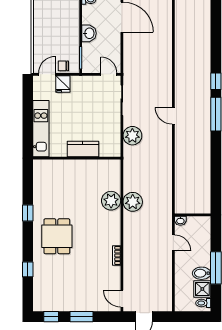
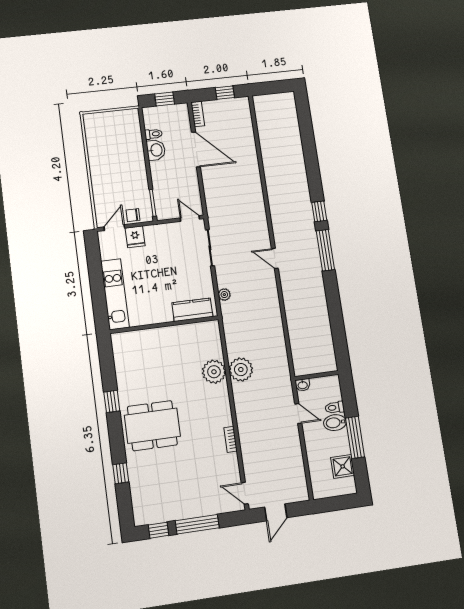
washbasin: (89, 33) -> (156, 150), moved
plant: (132, 136) -> (224, 295), width x0.53, depth x0.53
kitchen counter: (83, 149) -> (192, 310), moved
dining table: (57, 236) -> (152, 426), width x1.38
bidet: (202, 273) -> (335, 423), moved
toilet: (203, 303) -> (335, 407), moved
window: (82, 317) -> (197, 524), width x1.44

